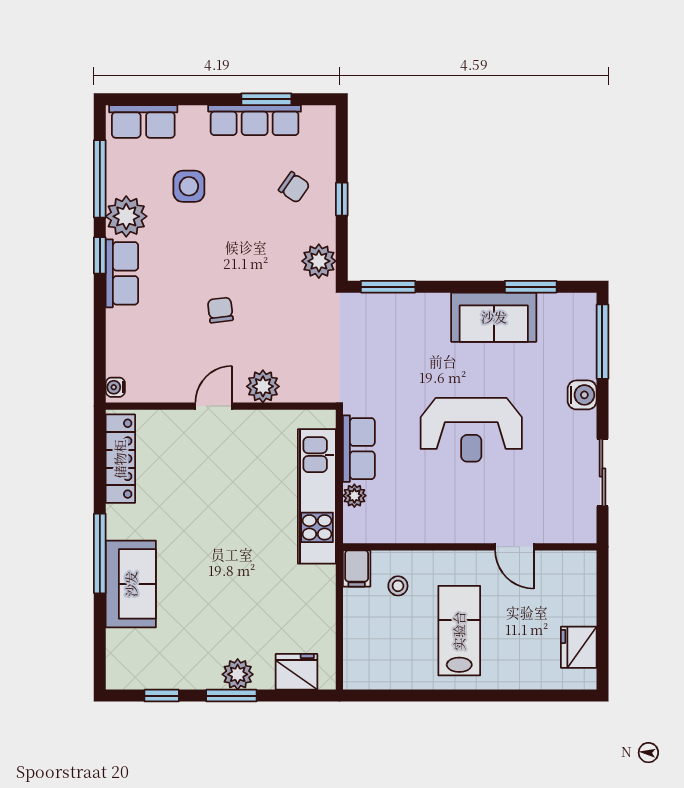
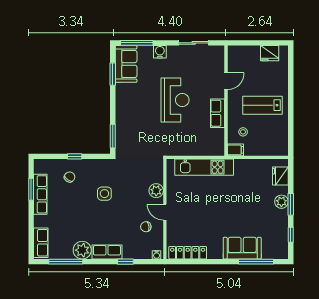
side table: (189, 186) -> (104, 194), moved
window: (100, 255) -> (125, 262), moved
plant: (319, 261) -> (102, 166), removed
chair: (220, 310) -> (146, 227), moved
sofa: (494, 317) -> (126, 64), moved
row of seats: (359, 449) -> (218, 113), moved, turned -90
plant: (354, 496) -> (204, 151), removed
window: (100, 553) -> (256, 262), moved

